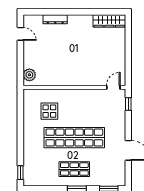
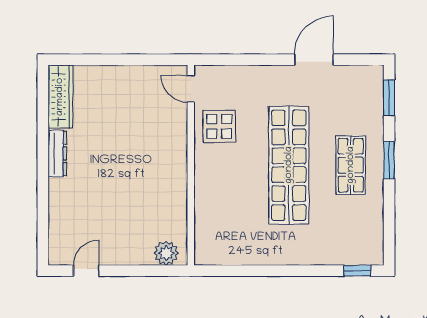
dresser: (55, 19) -> (57, 153), moved
window: (128, 104) -> (223, 60), removed
display table: (49, 111) -> (219, 126), moved

